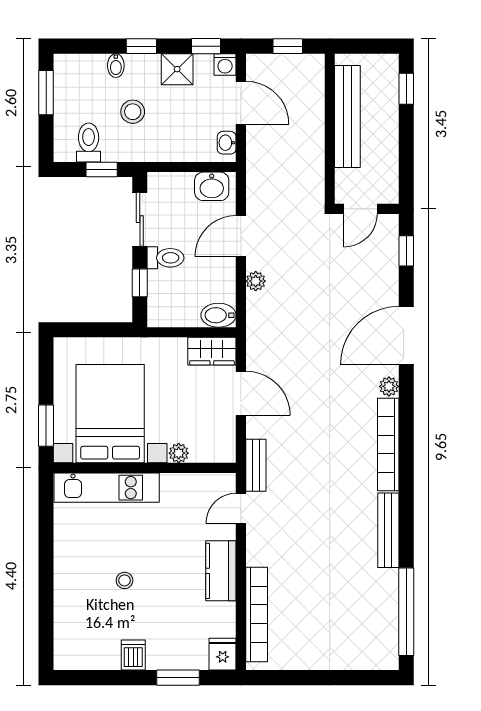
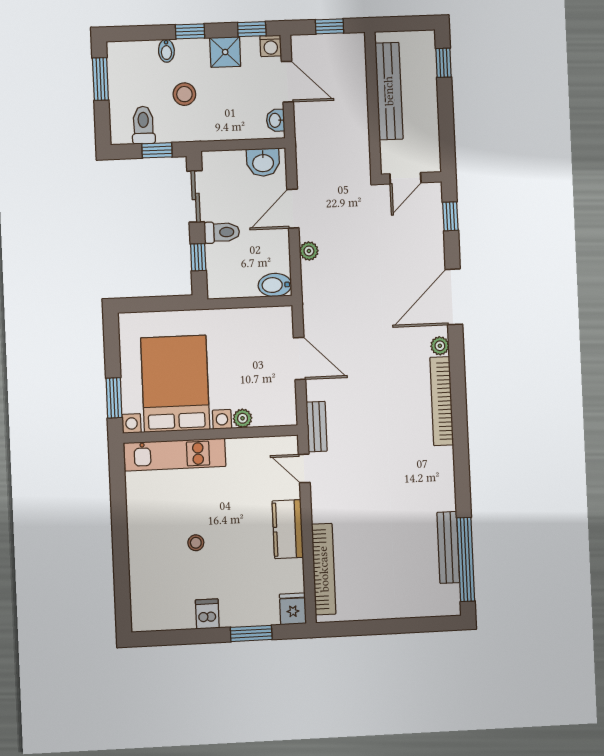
wardrobe: (212, 351) -> (270, 319), removed
door: (241, 508) -> (304, 468), hinge flipped
bench: (388, 530) -> (448, 547), moved

